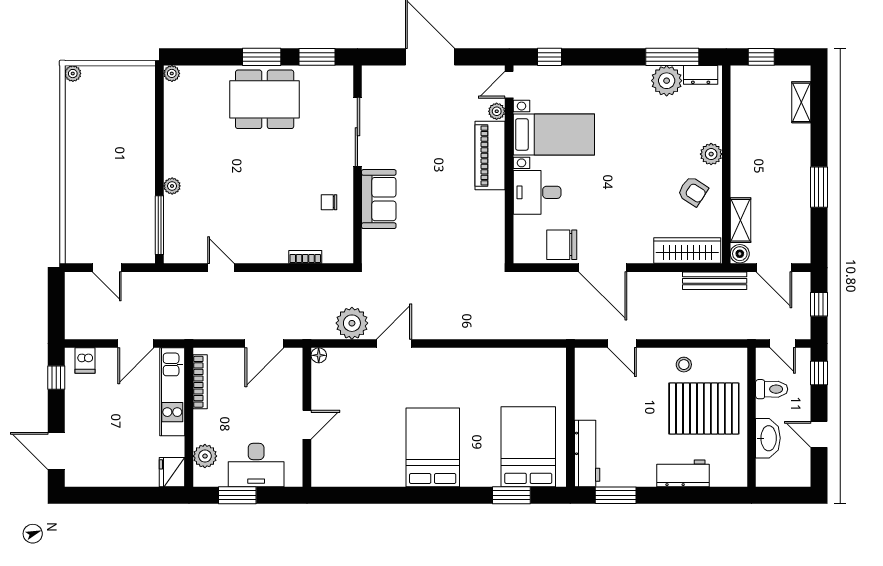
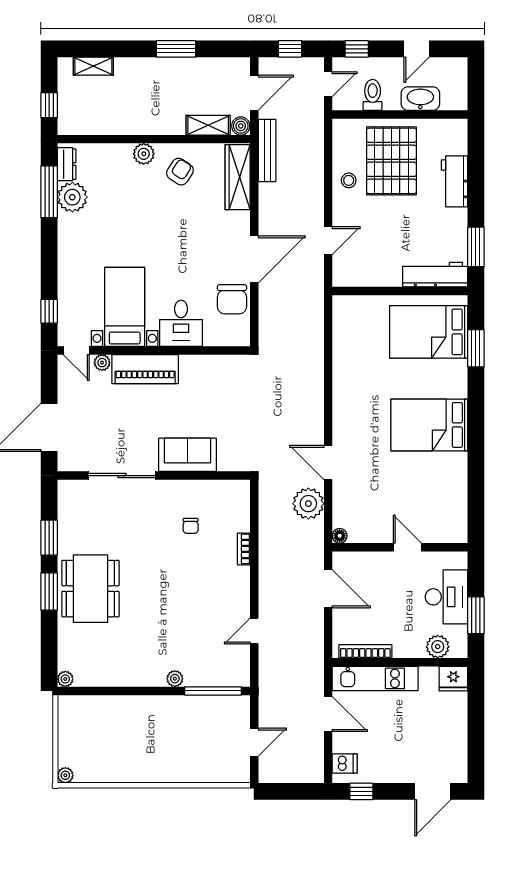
sliding door: (357, 132) -> (122, 476), moved
wall: (357, 164) -> (154, 476), moved
sofa: (379, 199) -> (188, 455), moved

